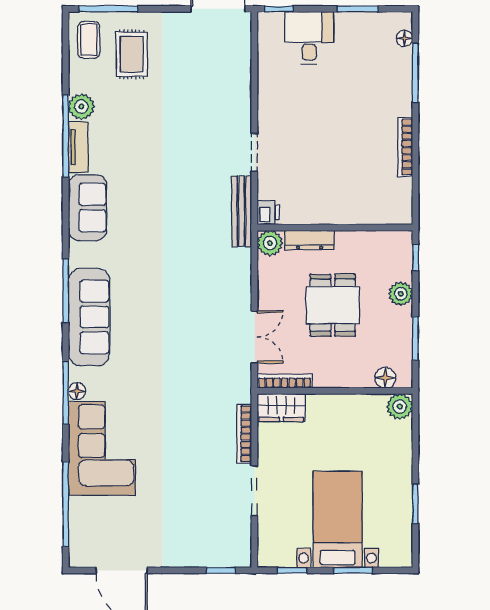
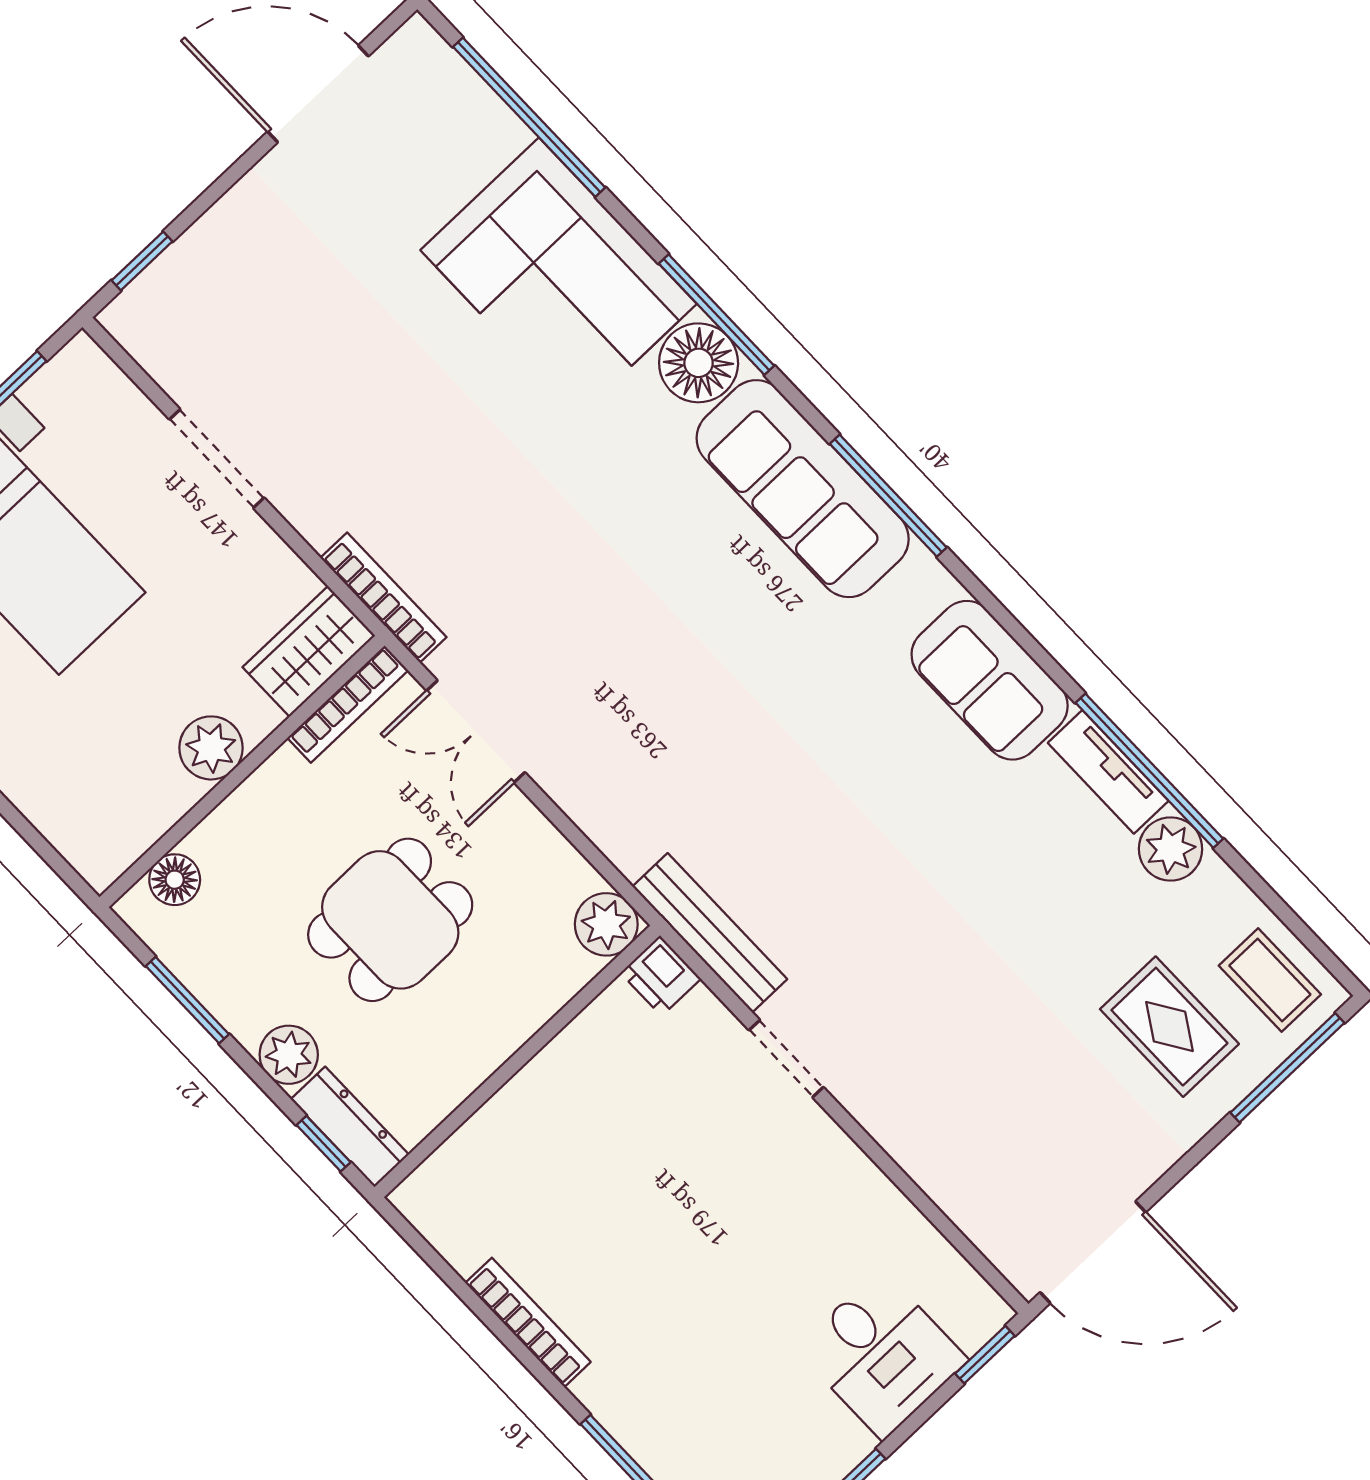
dresser: (309, 240) -> (350, 1127), moved, turned 90
dining table: (333, 305) -> (390, 920), turned 90
floor lamp: (77, 391) -> (699, 363), width x1.89, depth x1.89
plant: (400, 407) -> (211, 748), moved
bookcase: (244, 434) -> (383, 598), moved

